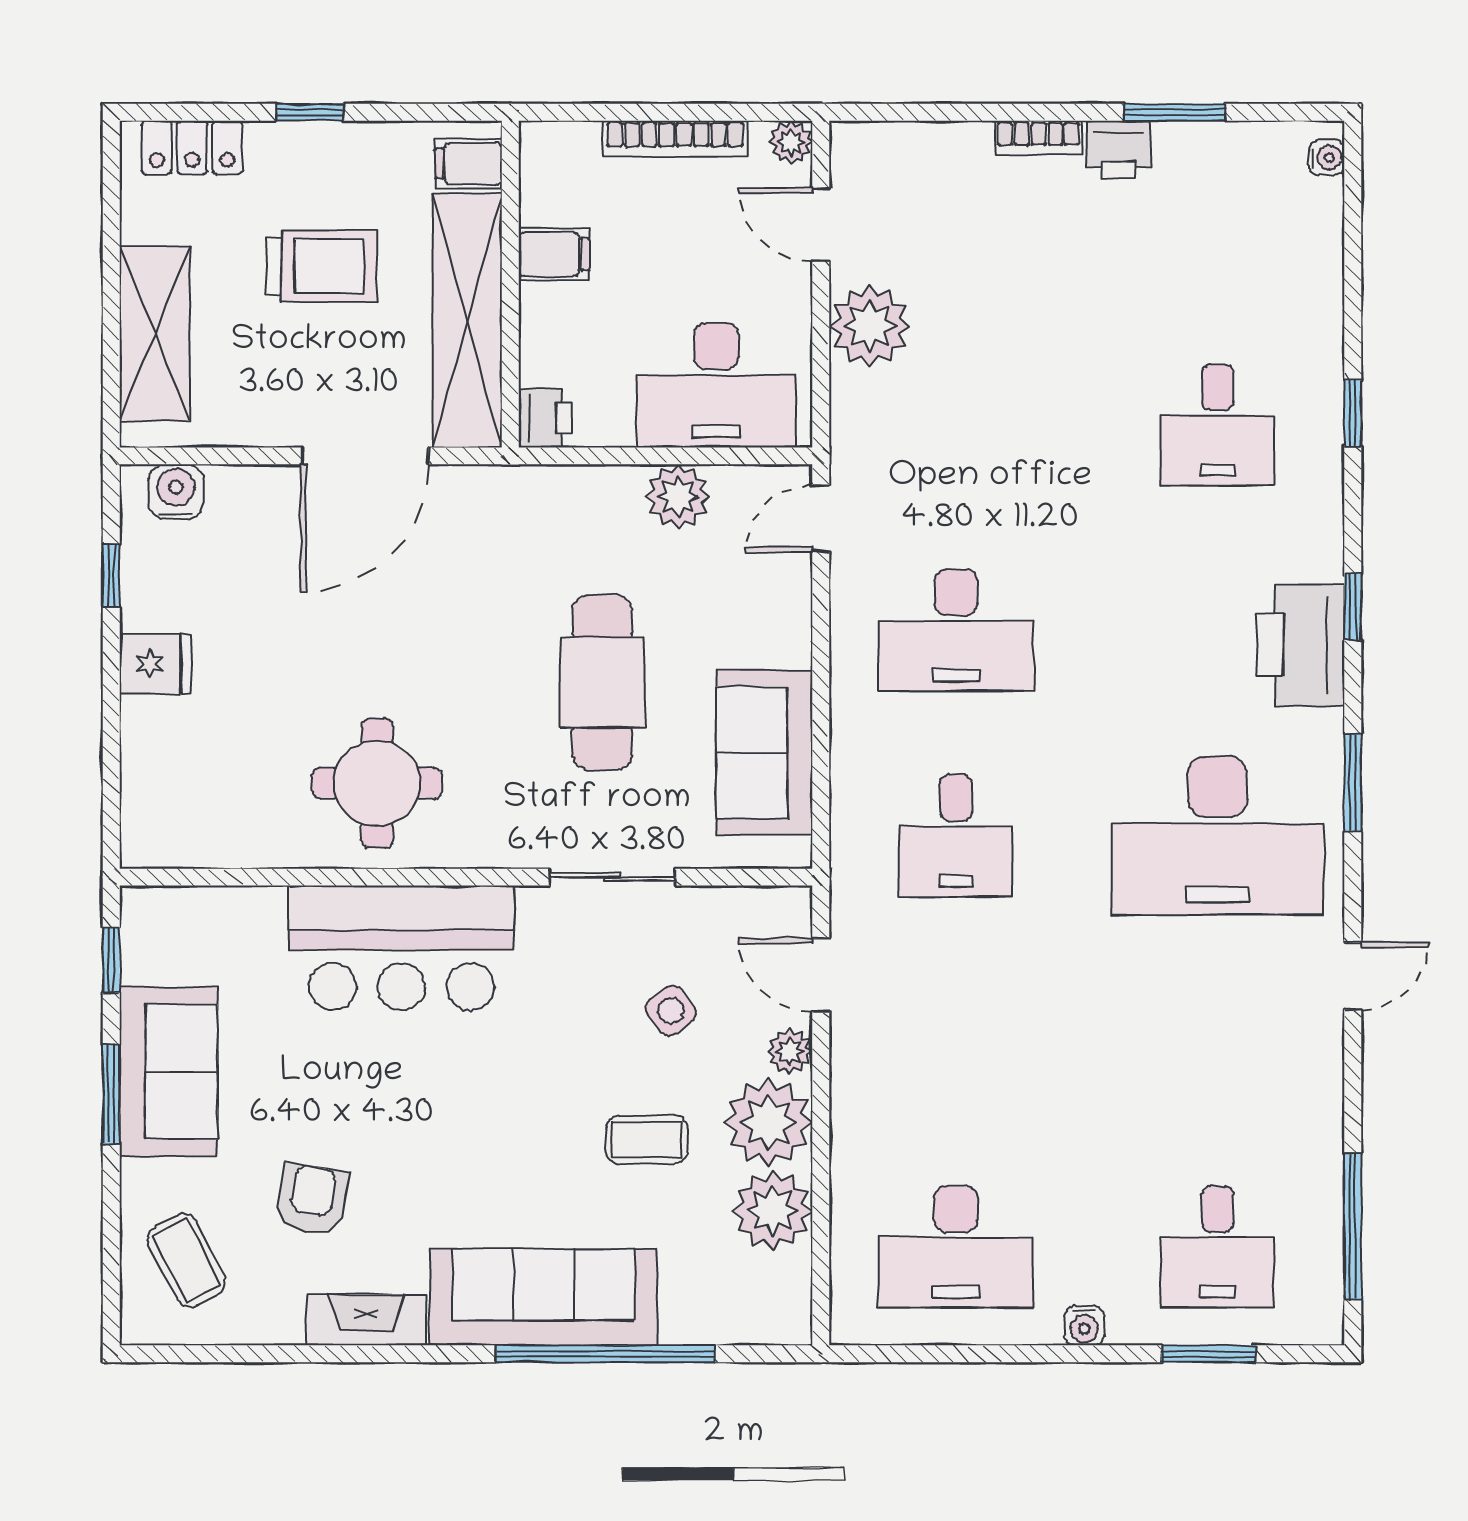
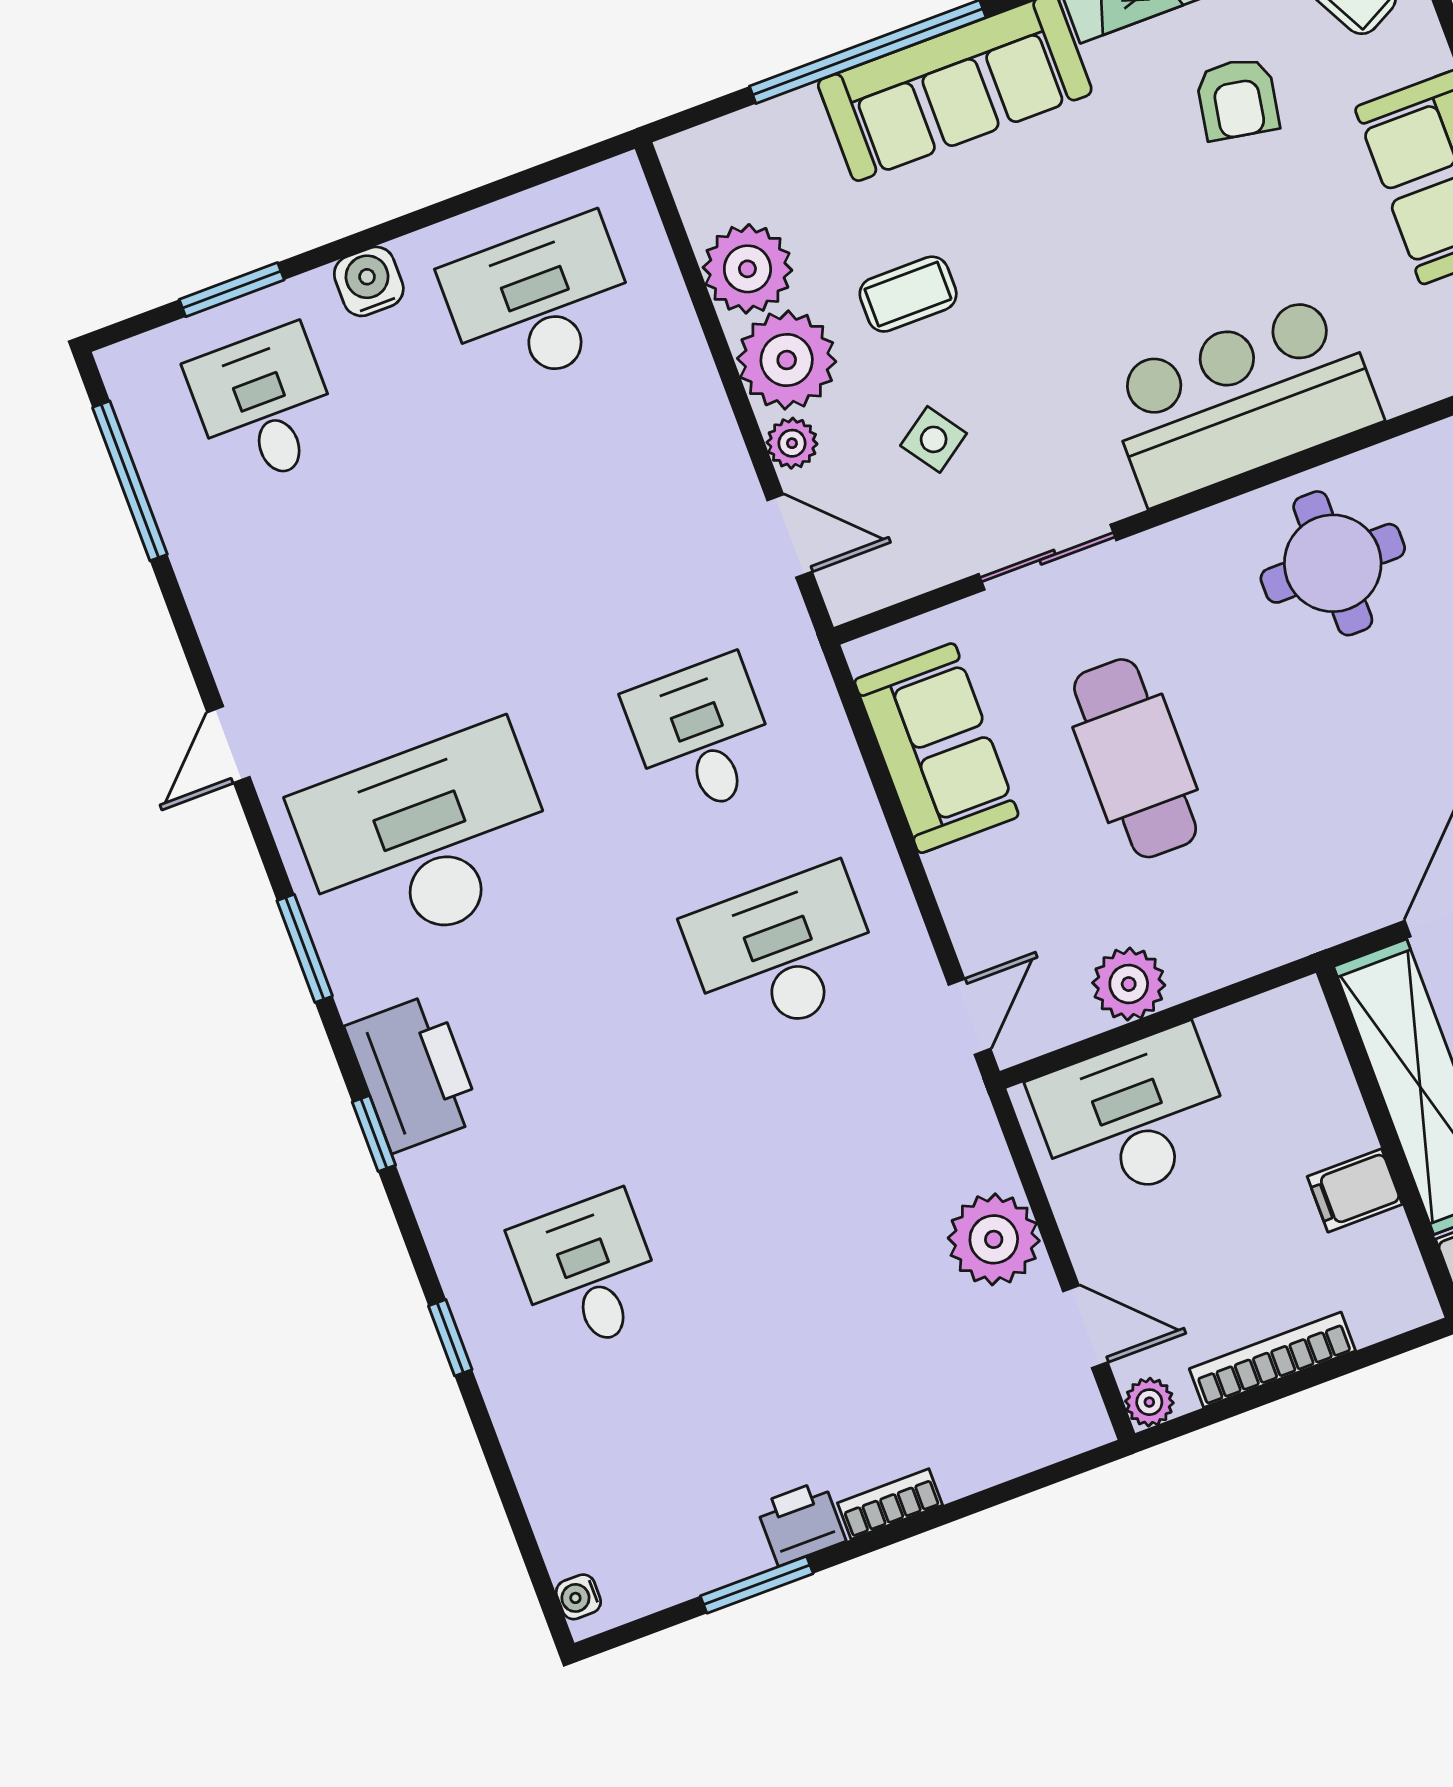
printer: (546, 418) -> (1299, 1015), removed
water cooler: (1084, 1326) -> (369, 281), width x1.38, depth x1.38

